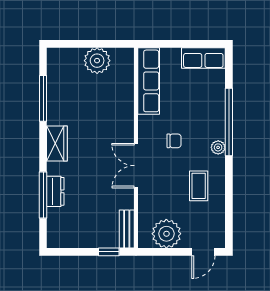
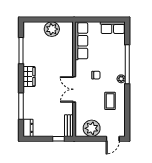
dresser: (55, 191) -> (28, 128), moved

